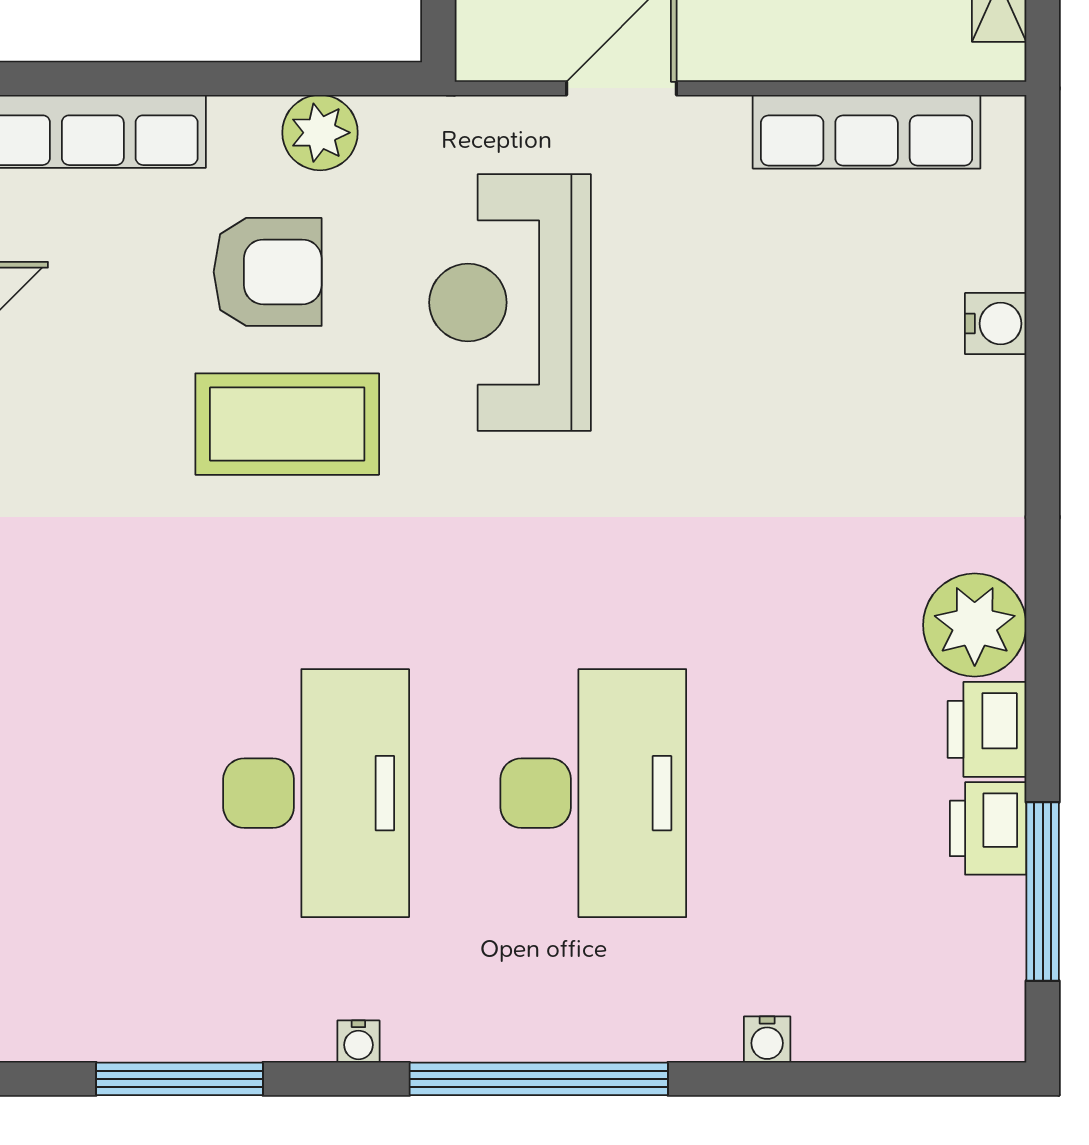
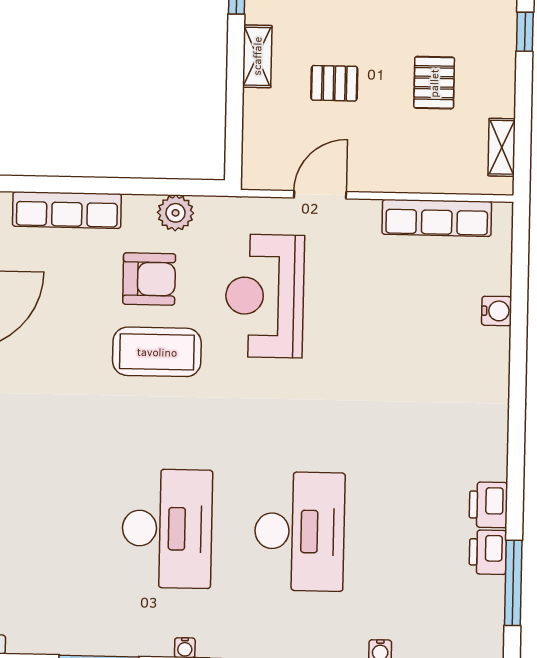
plant: (975, 625) -> (484, 455), removed

